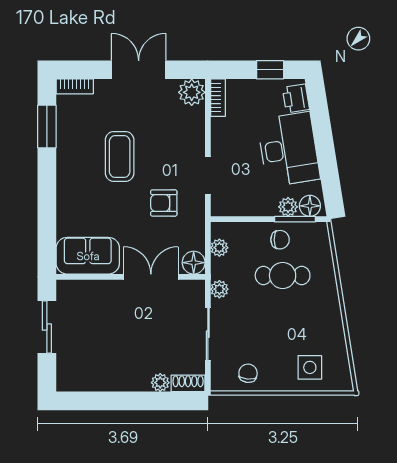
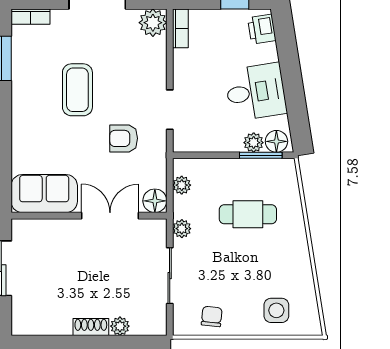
desk: (289, 149) -> (256, 92), width x0.73
chair: (280, 240) -> (245, 177), removed
shoe rack: (188, 383) -> (91, 327), moved

